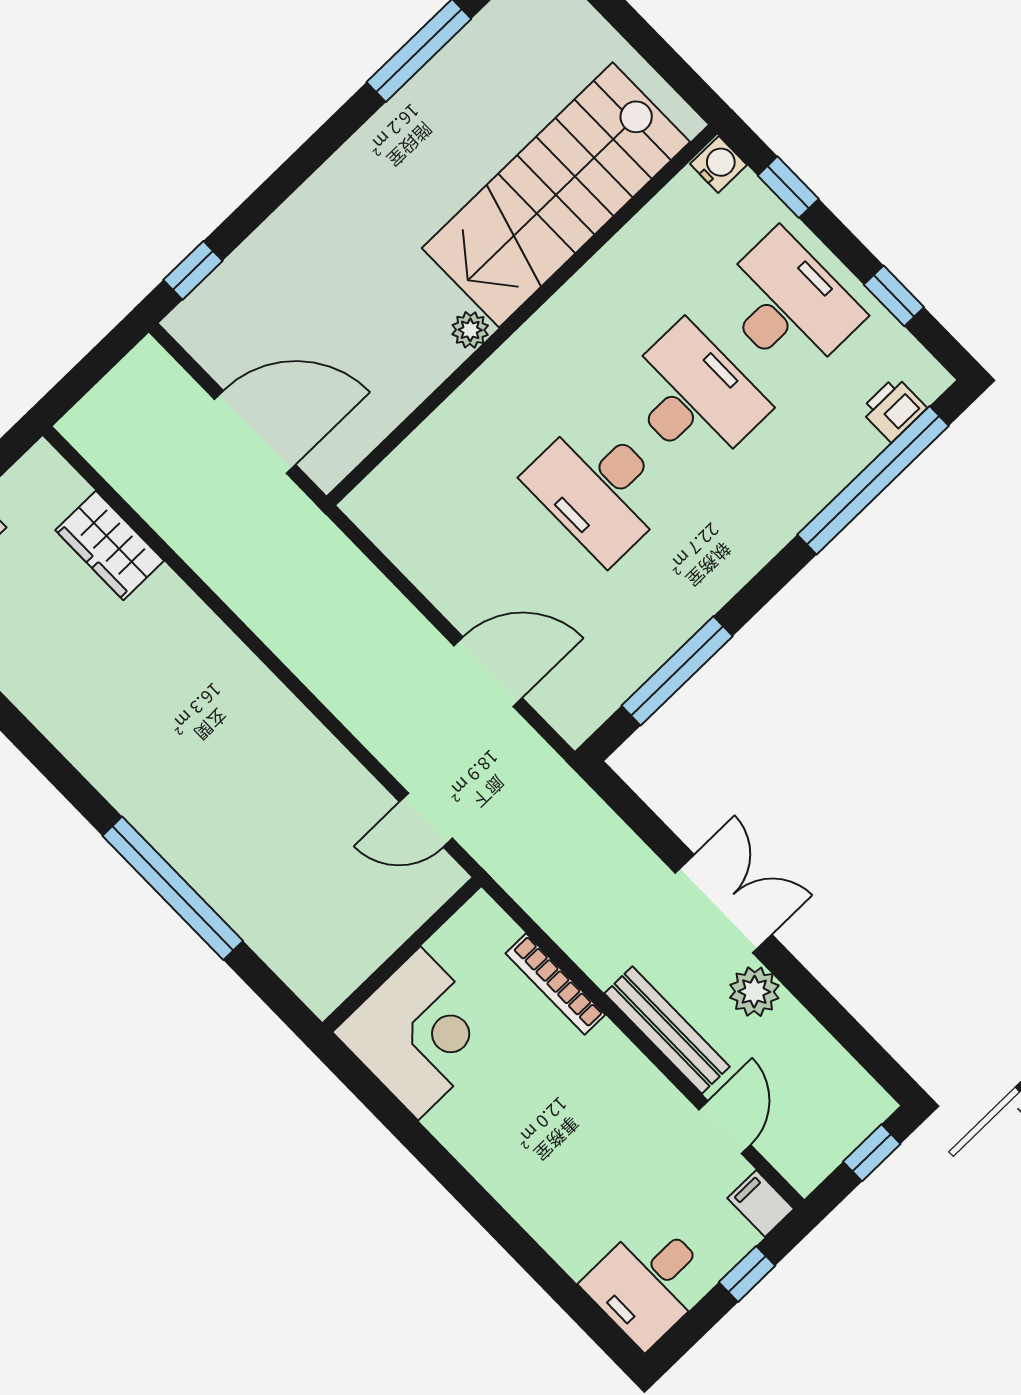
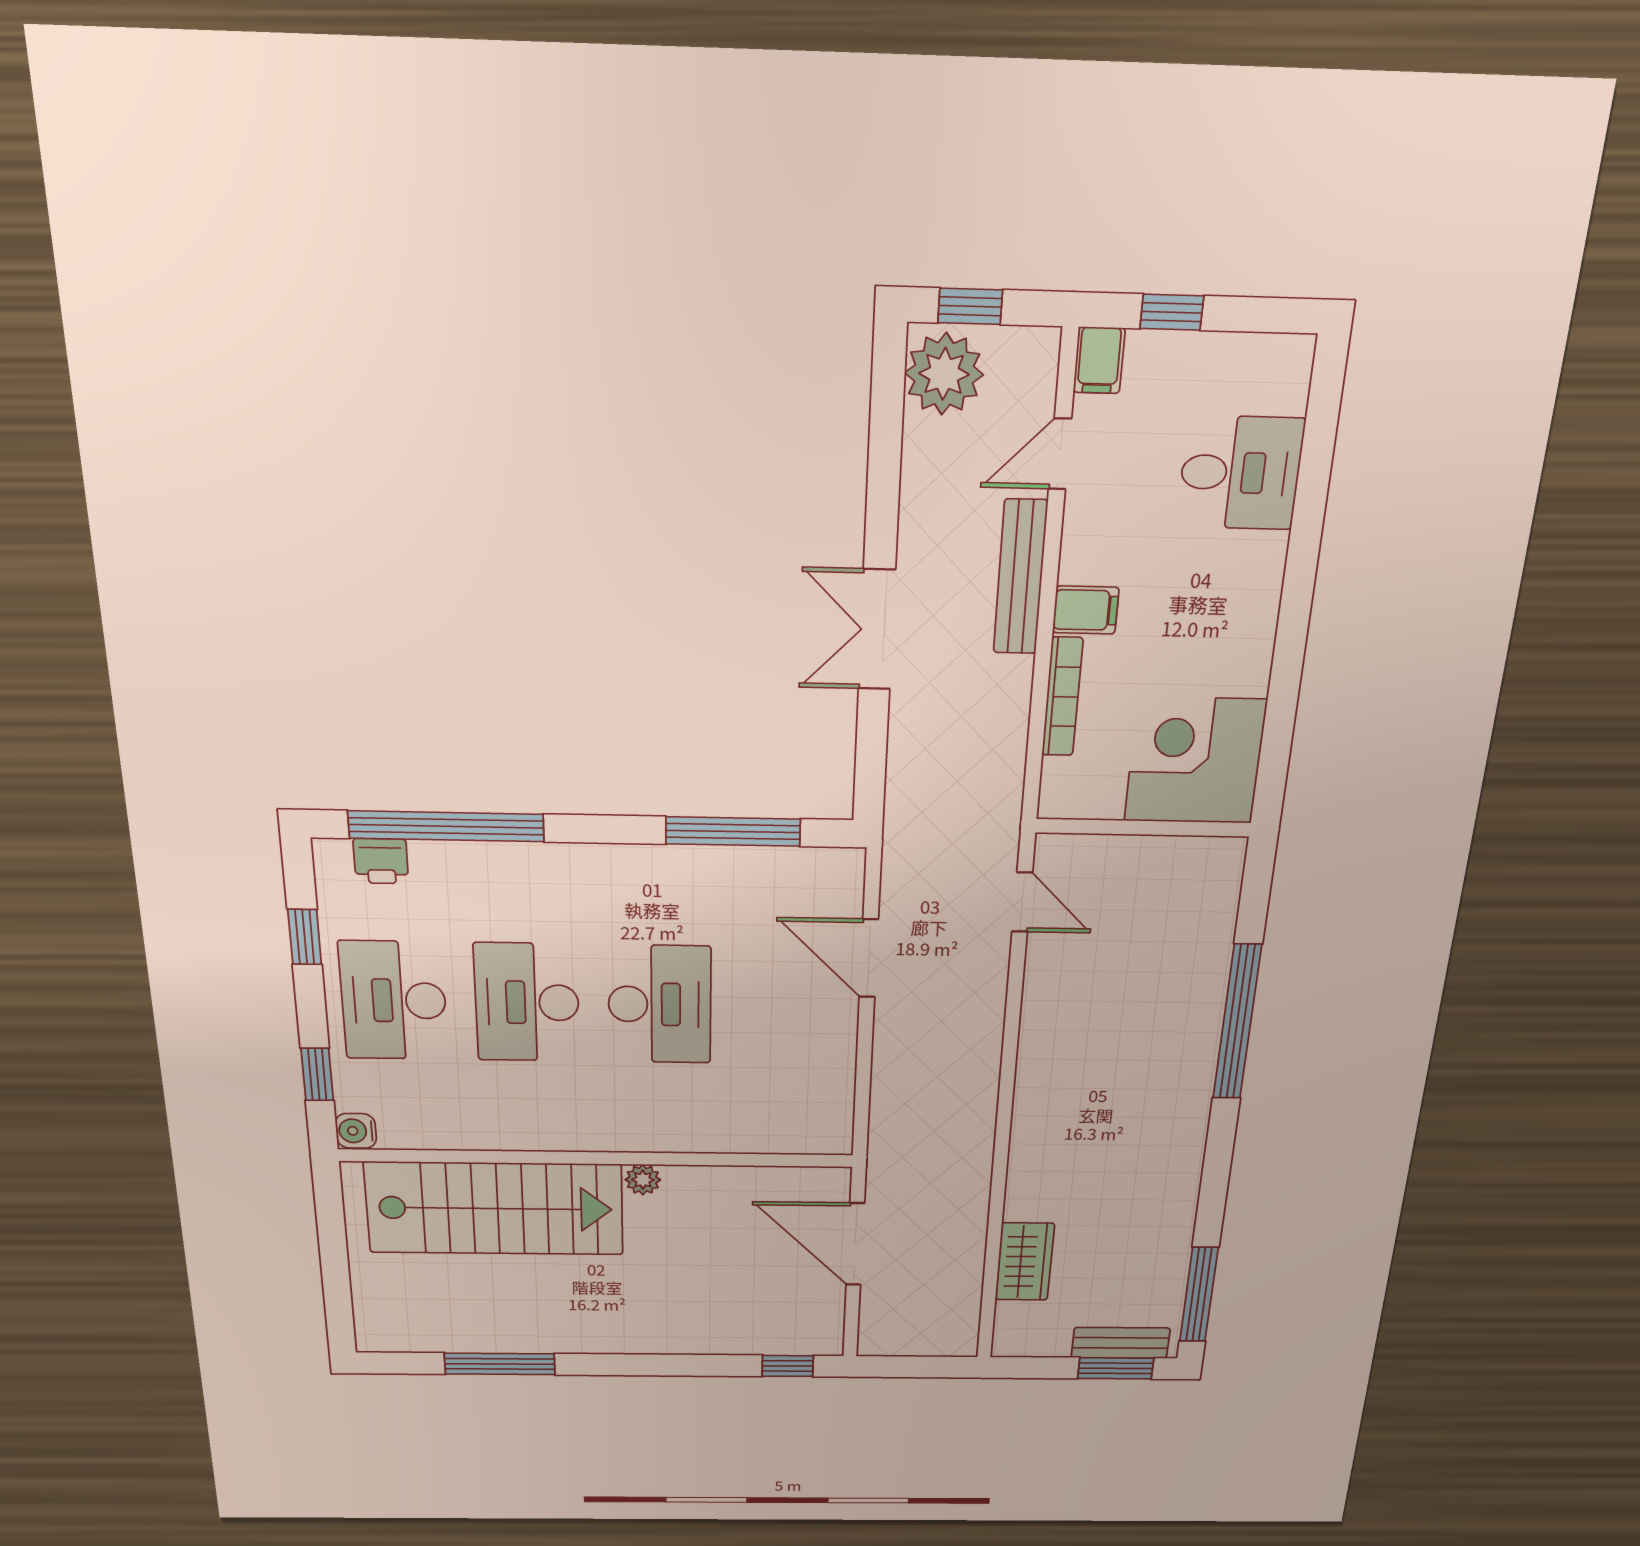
plant: (754, 992) -> (944, 374), moved, width x1.36, depth x1.36
filing cabinet: (602, 1053) -> (1086, 610), added
desk: (649, 1282) -> (1240, 473), moved

